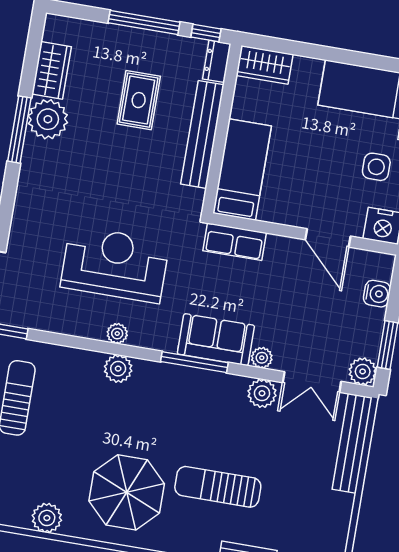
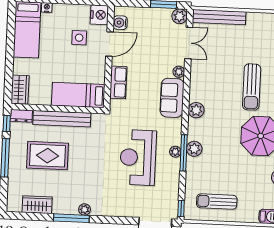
rug: (139, 100) -> (47, 156), width x1.36, depth x1.43
plant: (48, 119) -> (85, 209), moved, width x0.53, depth x0.53
side table: (376, 167) -> (79, 38), moved
row of seats: (235, 242) -> (118, 82), moved
water cooler: (377, 294) -> (120, 23), moved, turned -90
window: (194, 362) -> (184, 153), moved
plant: (262, 393) -> (196, 110), moved

